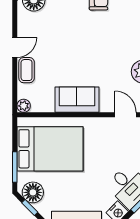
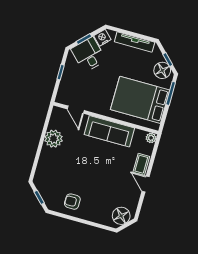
door: (15, 47) -> (146, 184), hinge flipped
sofa: (77, 100) -> (109, 131), width x1.36

